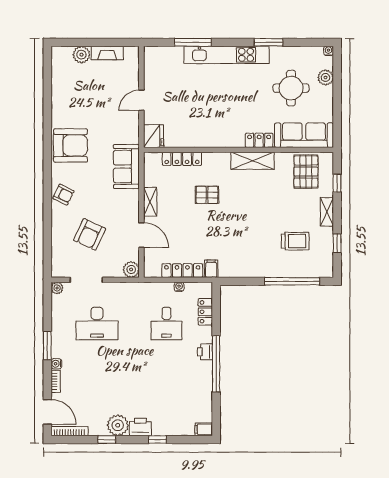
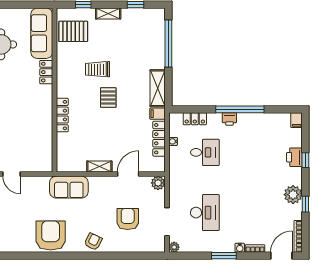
fridge: (154, 136) -> (43, 164), removed
locker: (182, 159) -> (62, 115), moved
shelving: (253, 161) -> (158, 88), moved
pallet: (207, 195) -> (108, 97), moved
armchair: (90, 234) -> (128, 219), turned -115
trolley: (295, 241) -> (98, 69), moved, turned -90
printer: (140, 427) -> (294, 157), moved

